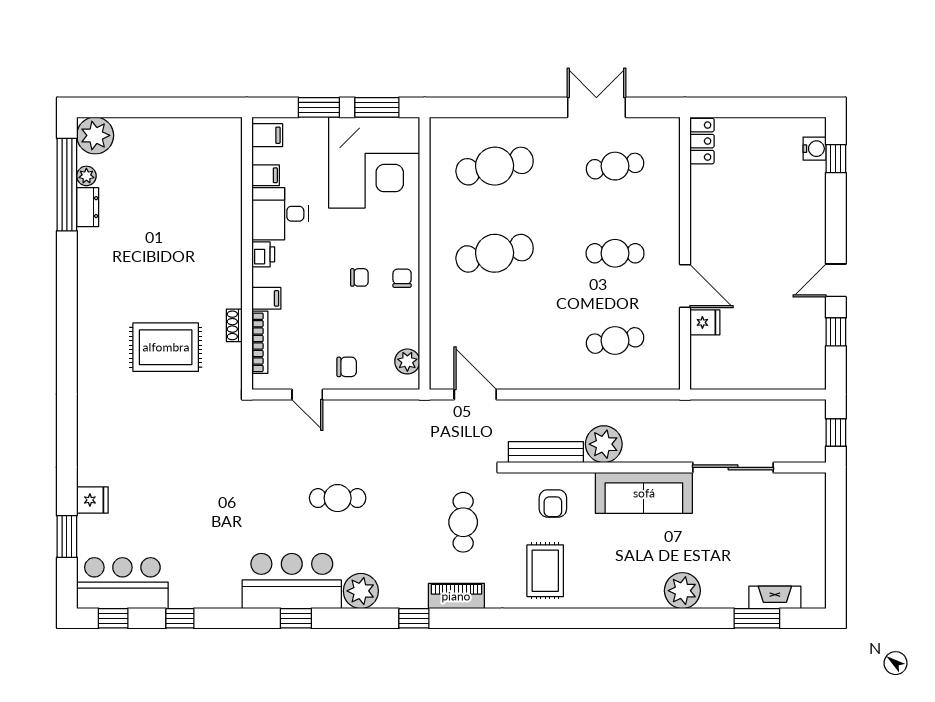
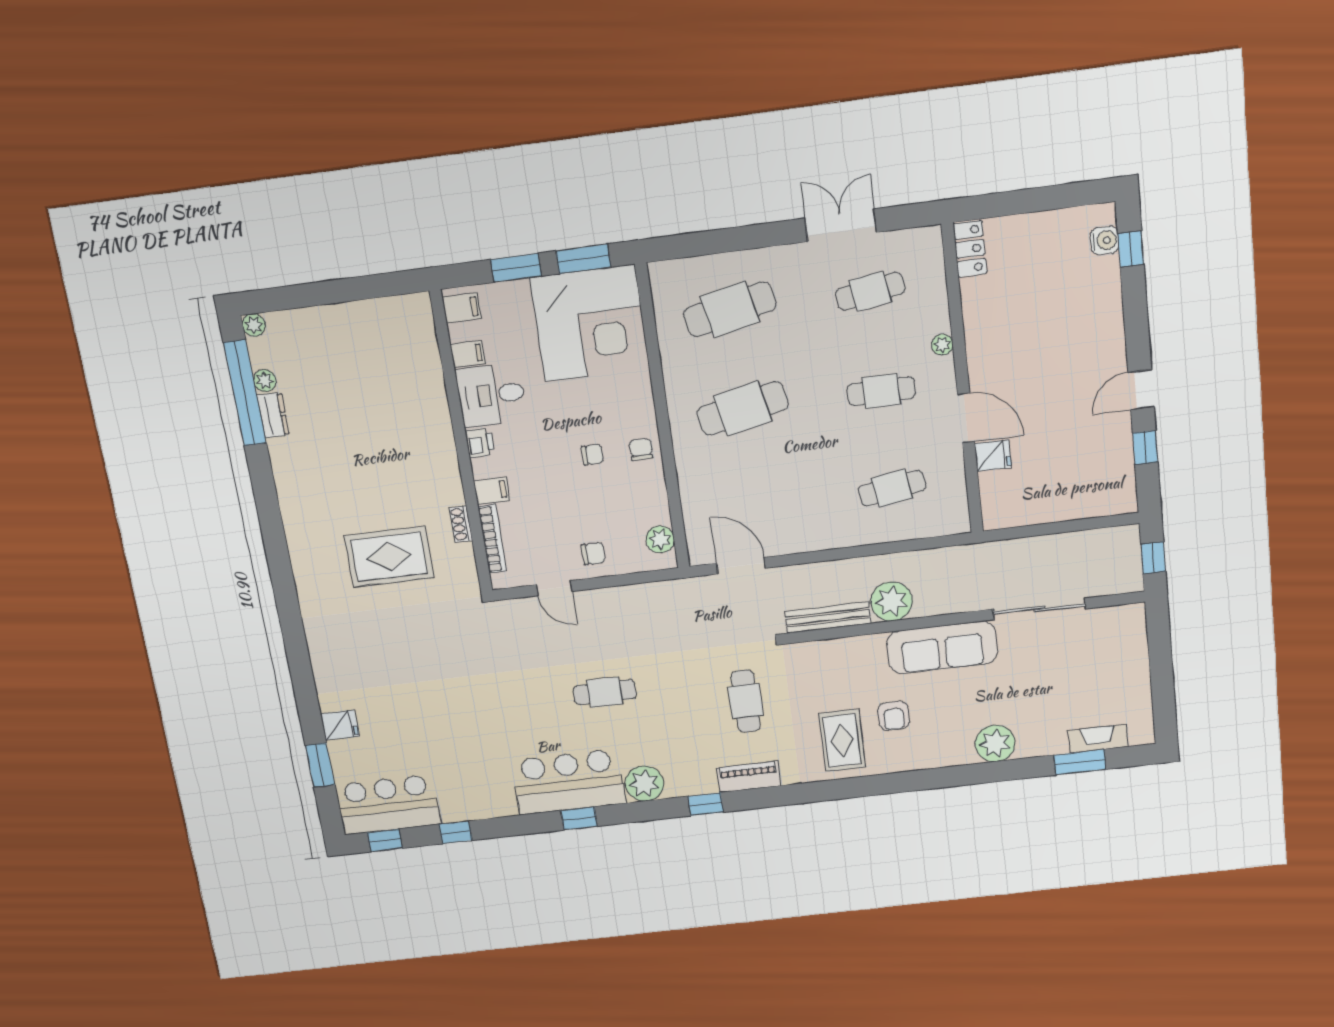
plant: (95, 135) -> (254, 325), width x0.53, depth x0.53
plant: (671, 220) -> (942, 345), added
armchair: (553, 503) -> (894, 716), moved

